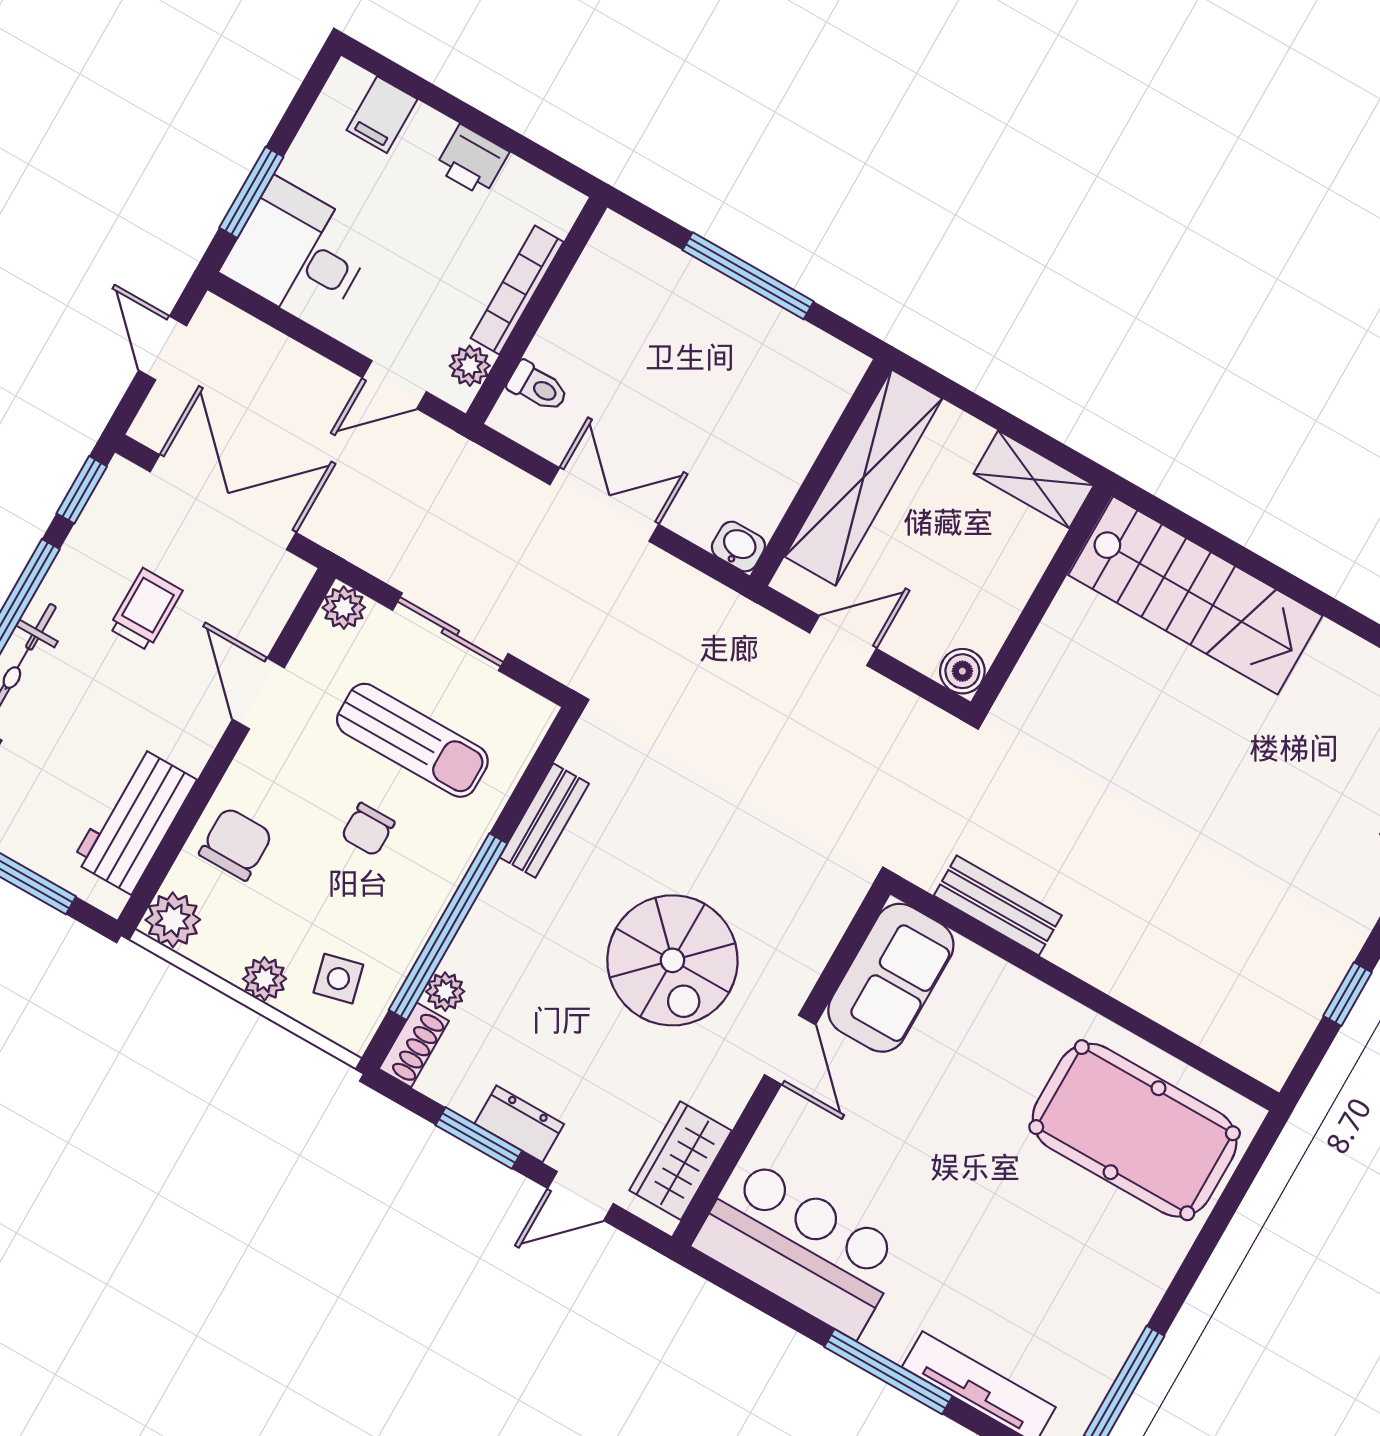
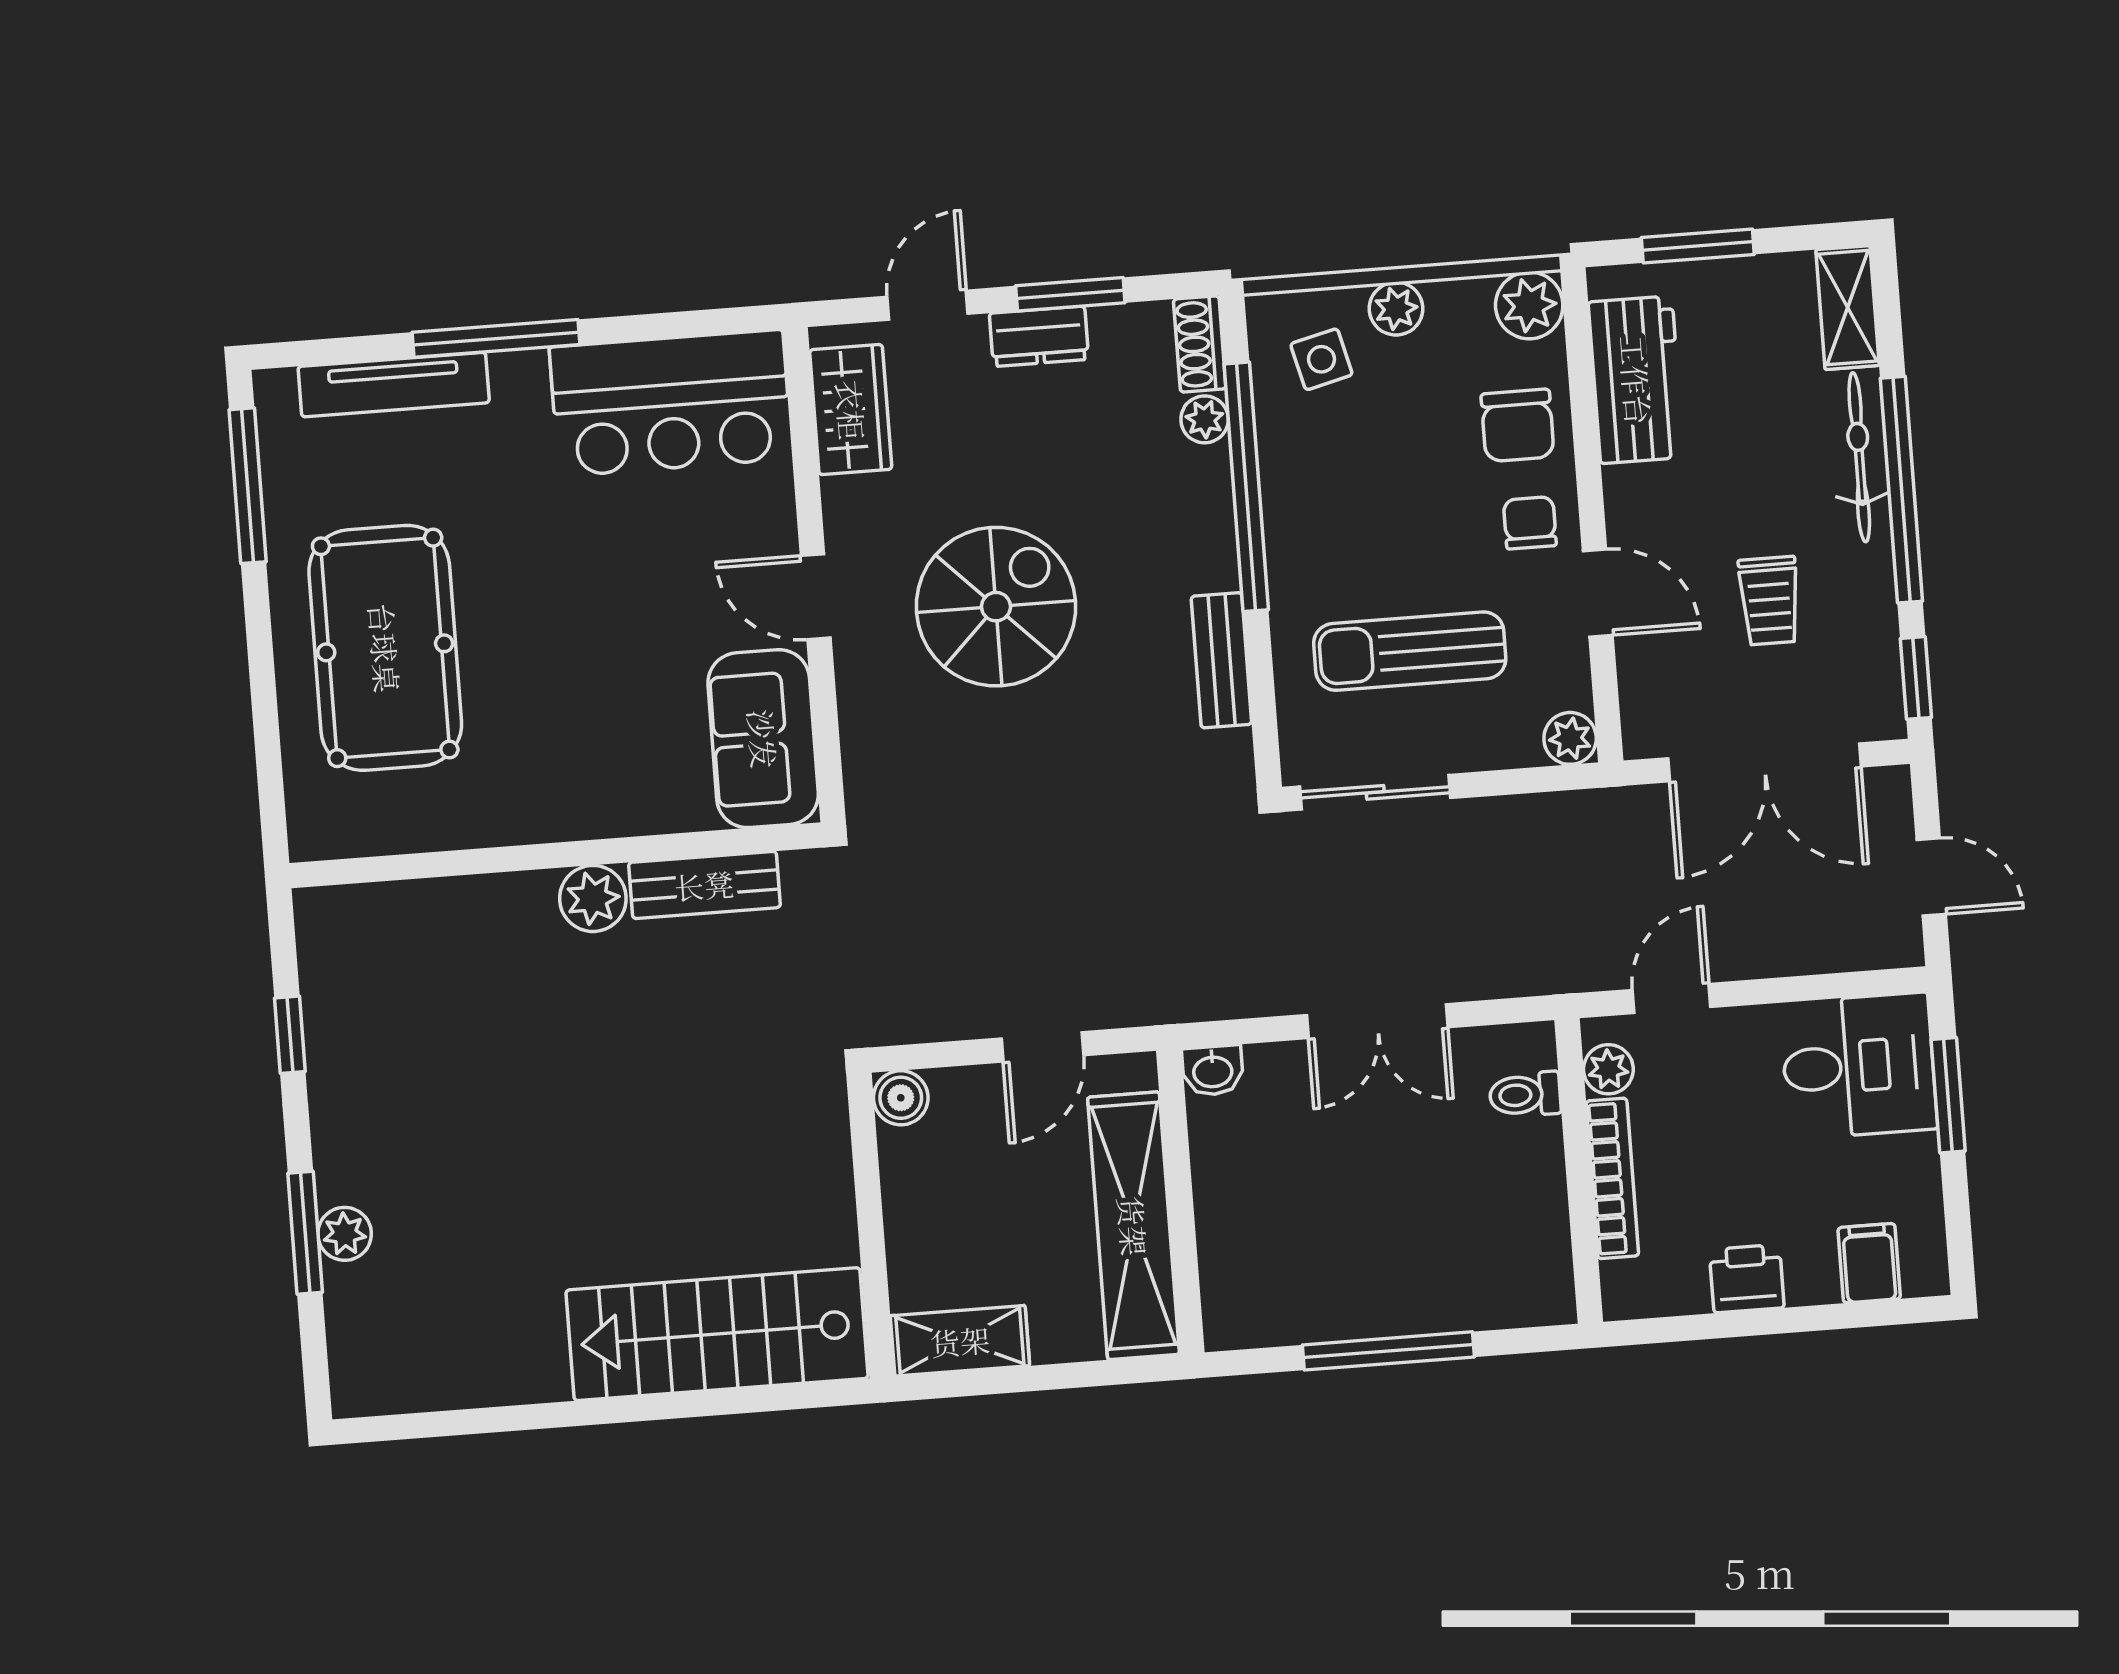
sliding door: (450, 632) -> (1375, 792), moved
chair: (368, 829) -> (1530, 523), moved
plant: (1080, 948) -> (593, 898), added
spiral stairs: (672, 960) -> (996, 607), turned 90
pool table: (1135, 1130) -> (385, 648), moved, turned 90

